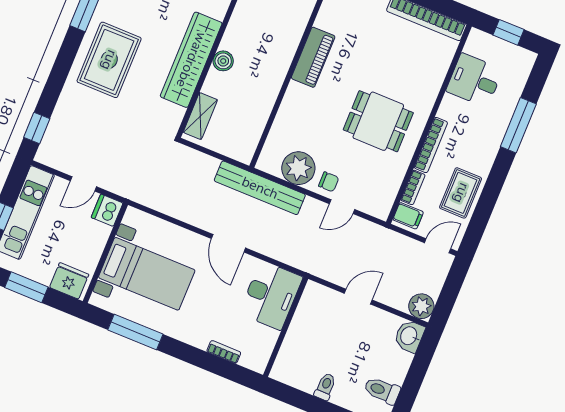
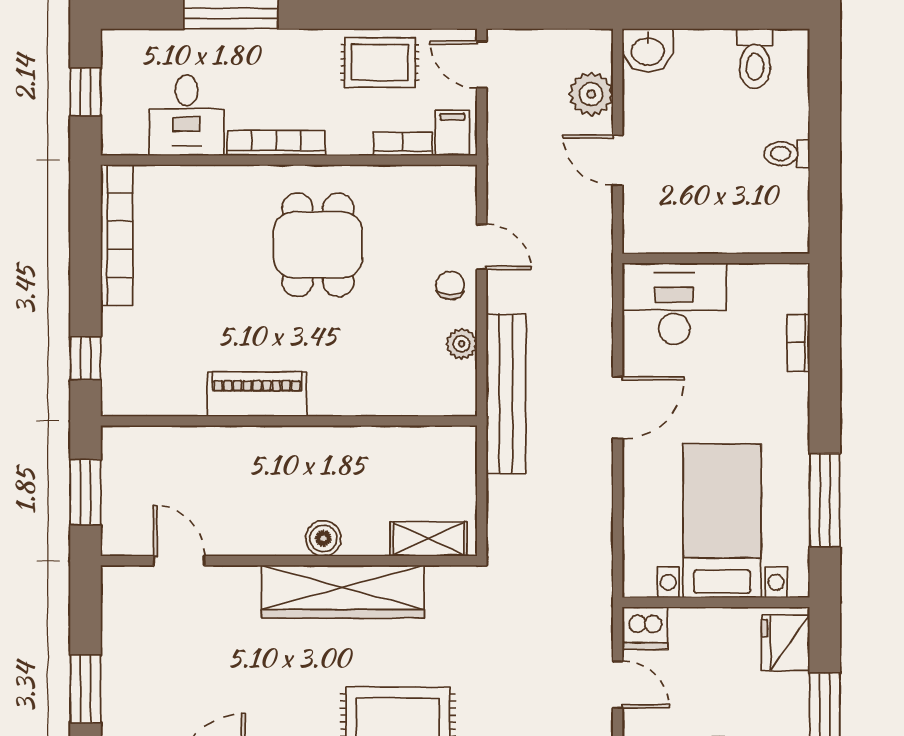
bookcase: (431, 145) -> (276, 143), moved
plant: (298, 168) -> (462, 344), width x0.53, depth x0.53
plant: (421, 306) -> (591, 94), moved

